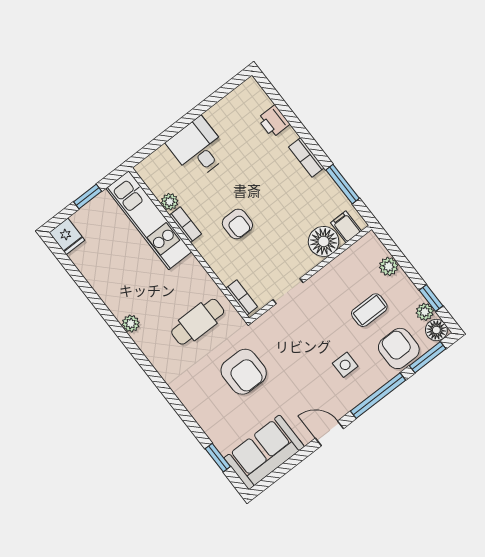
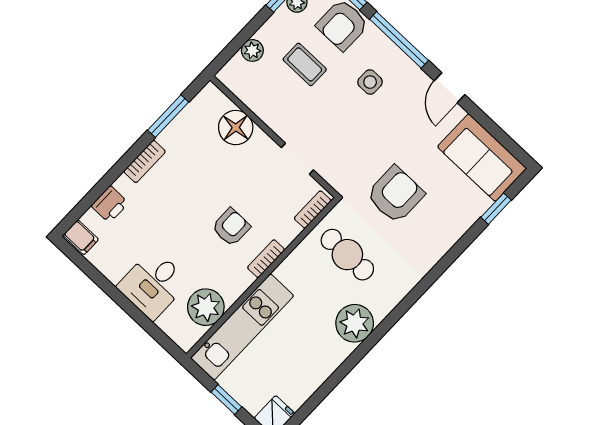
plant: (170, 202) -> (206, 307), width x1.88, depth x1.88
bookcase: (185, 225) -> (266, 259), moved
filing cabinet: (346, 227) -> (81, 237), moved, turned -90
plant: (131, 324) -> (355, 323), width x1.87, depth x1.87

